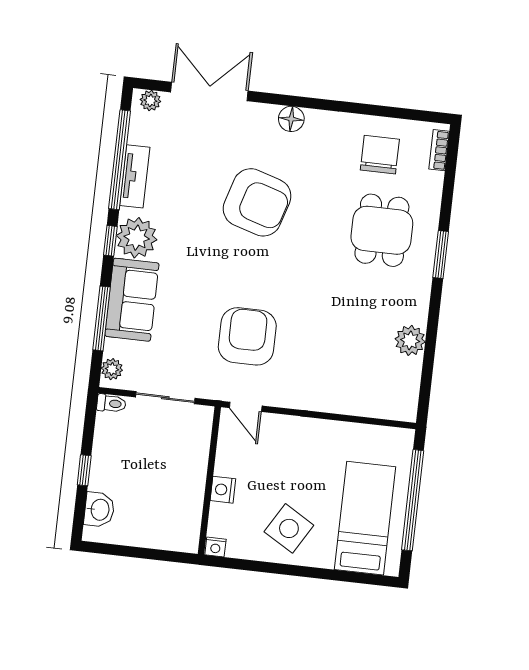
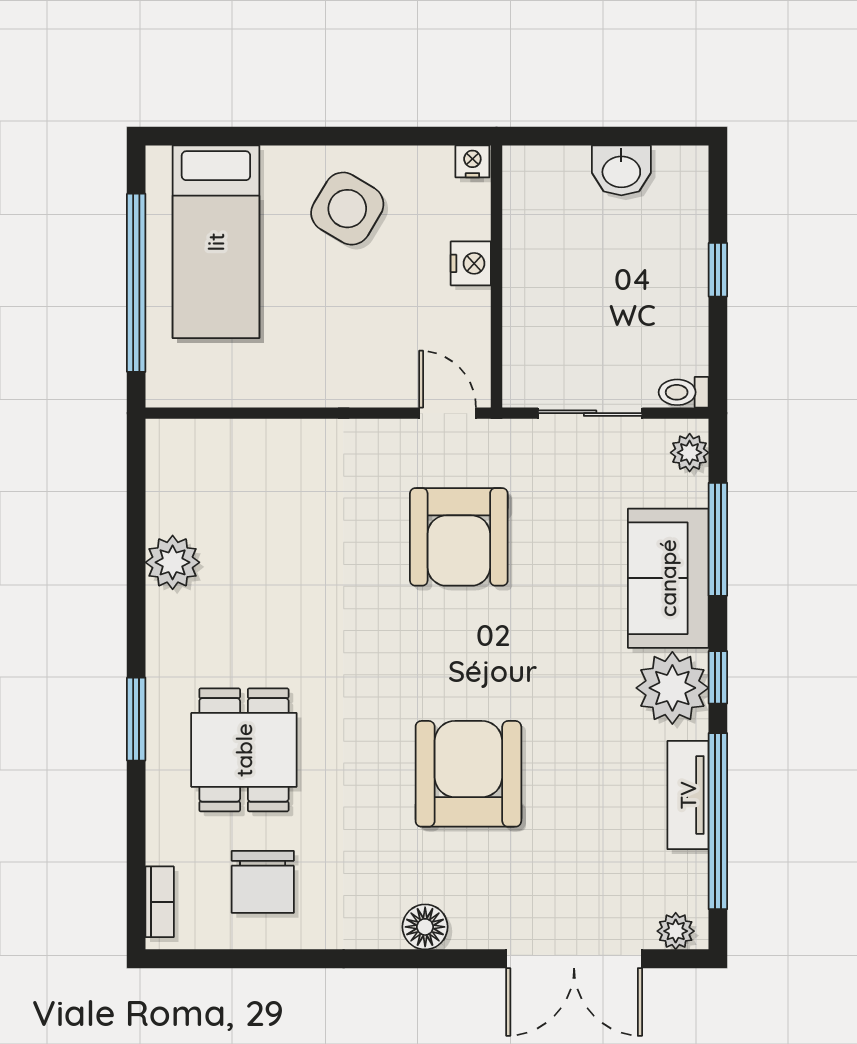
armchair: (257, 202) -> (468, 774), turned 73
washbasin: (99, 510) -> (621, 170), moved, turned -90

